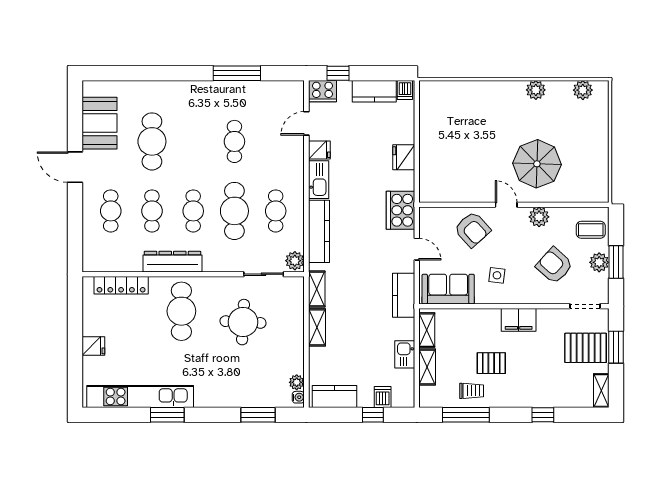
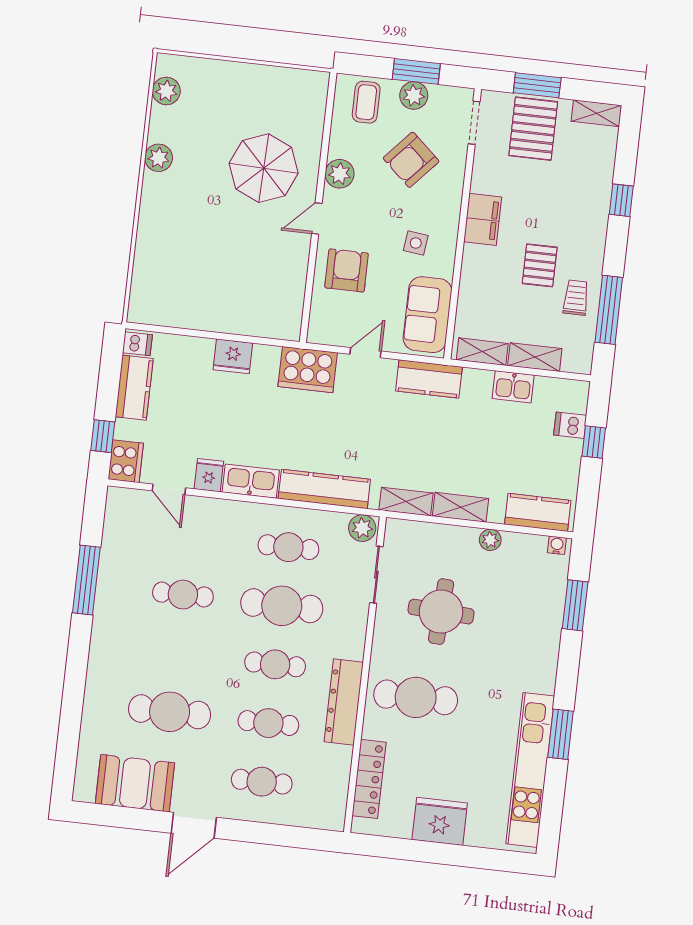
armchair: (472, 229) -> (347, 270), turned -48
fridge: (93, 346) -> (440, 821), width x1.88, depth x1.34
plant: (297, 382) -> (490, 540), moved
kitchen counter: (334, 396) -> (538, 512), moved, turned 90

